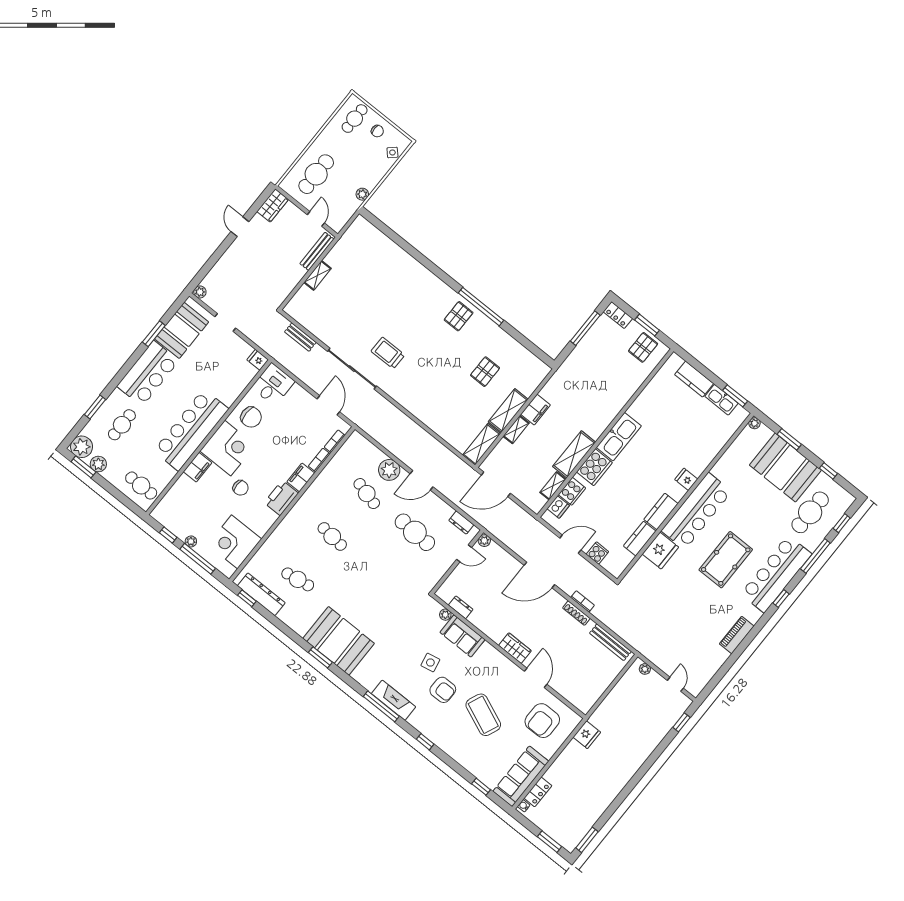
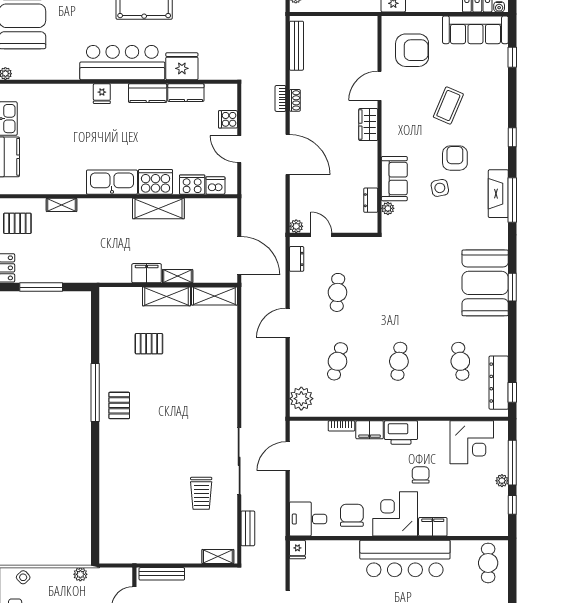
shelving: (318, 275) -> (218, 556), moved
pallet: (459, 316) -> (119, 405), turned 90
trolley: (388, 353) -> (201, 493), moved
bookcase: (335, 441) -> (314, 426), removed
plant: (389, 470) -> (301, 399), moved
door: (422, 480) -> (288, 323), swing flipped
shelving: (553, 486) -> (62, 205), moved
cafe table: (415, 532) -> (337, 292), width x0.73, depth x0.74
shoe rack: (576, 613) -> (295, 100), width x0.70
coffee table: (483, 715) -> (448, 105), width x0.73, depth x0.76

